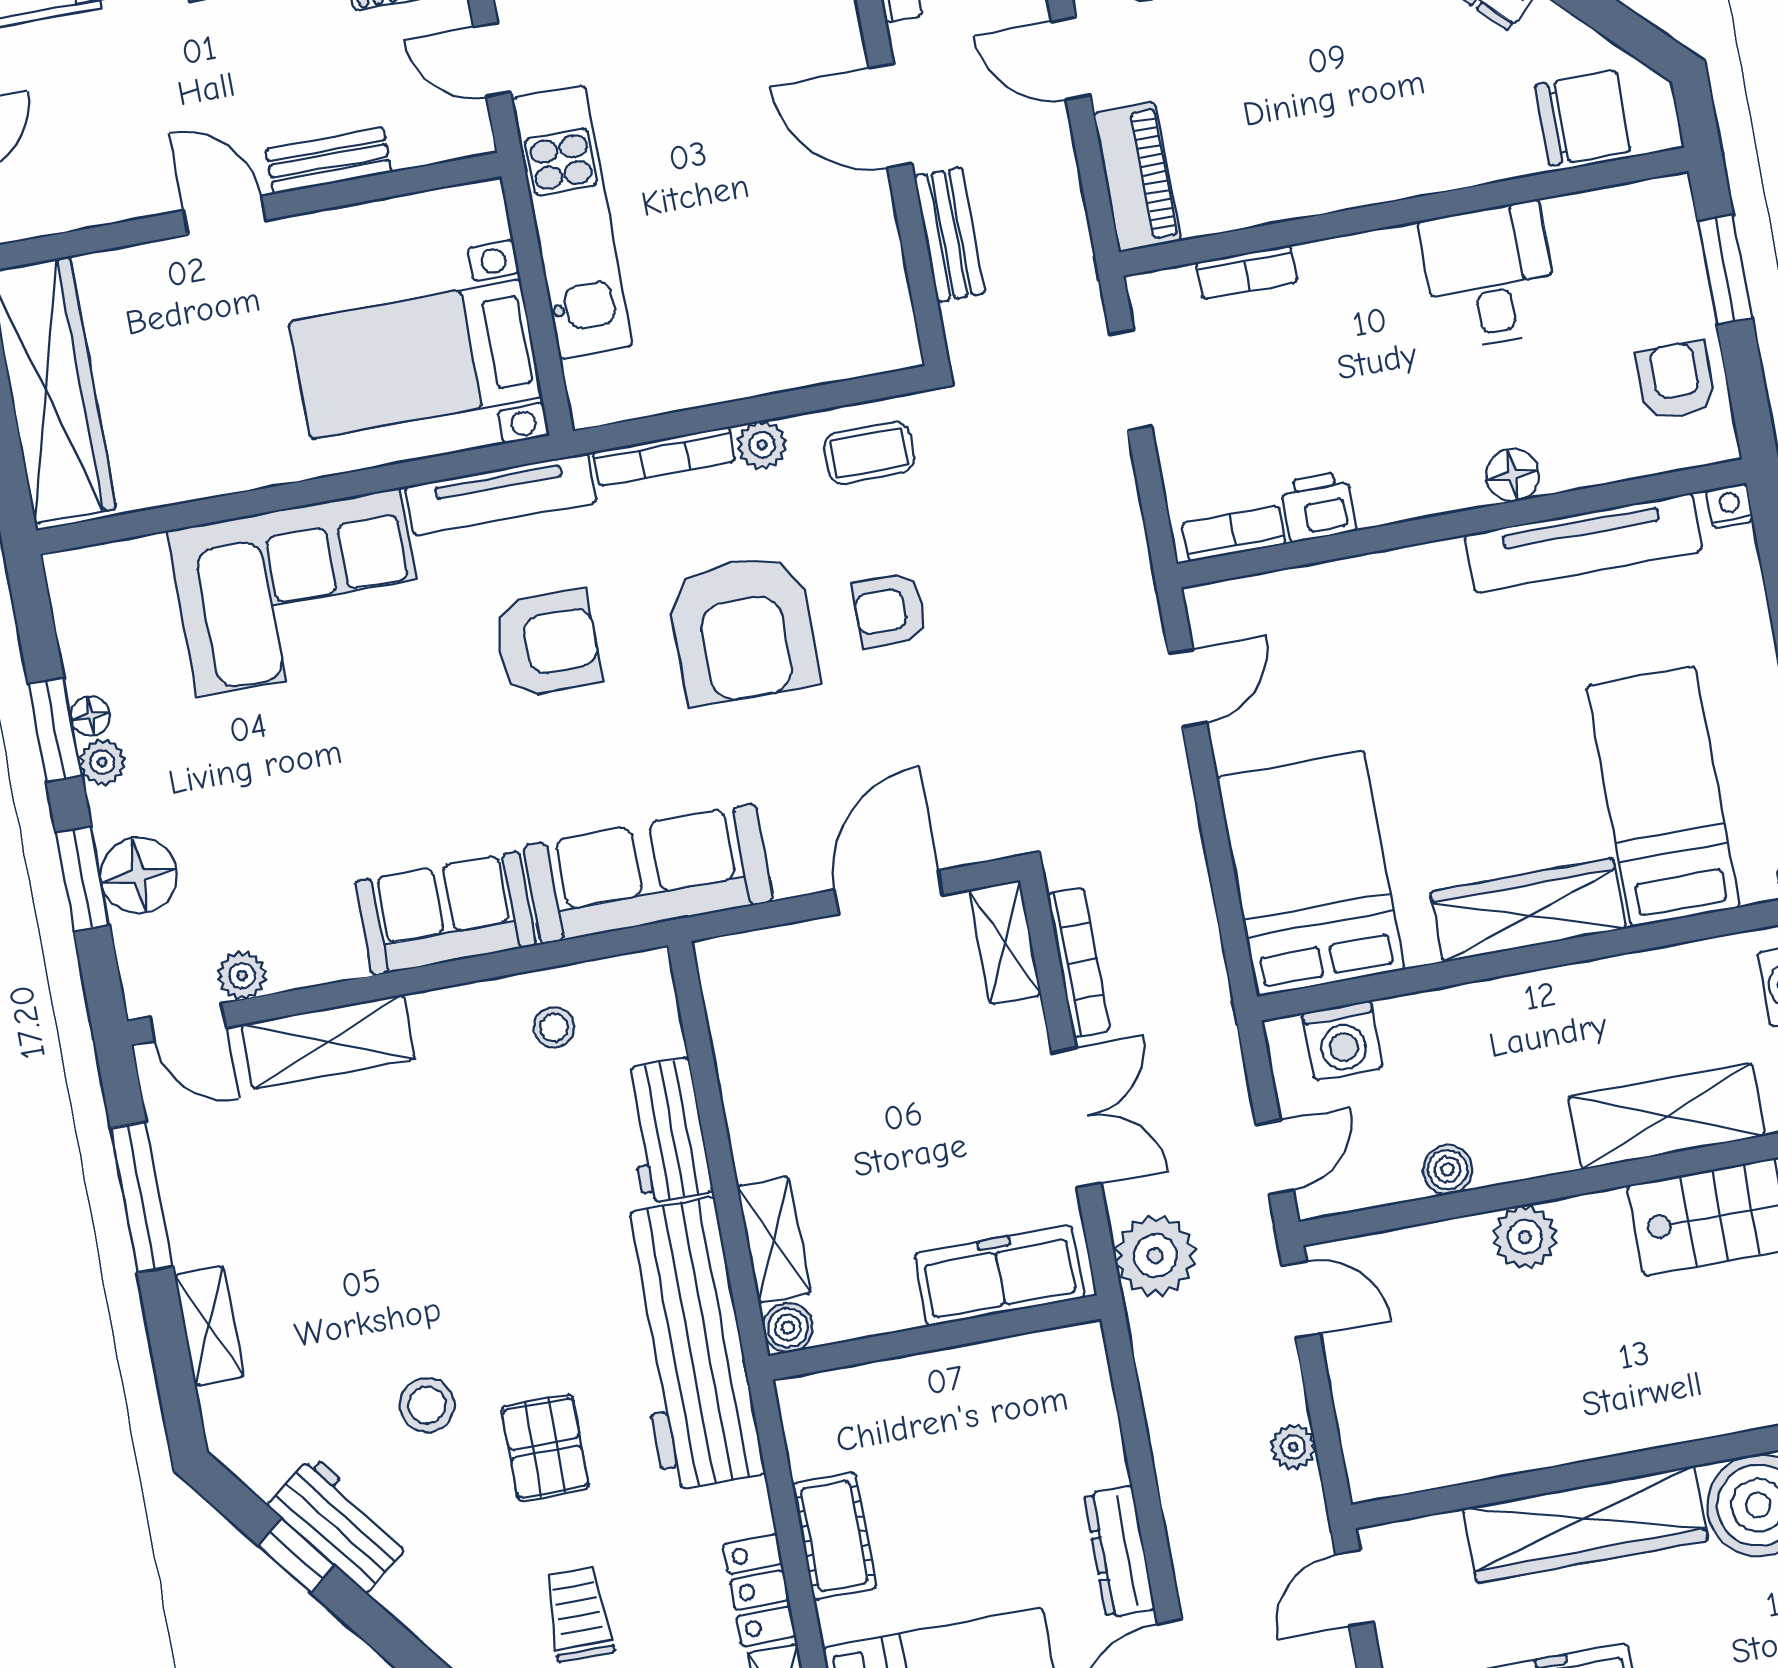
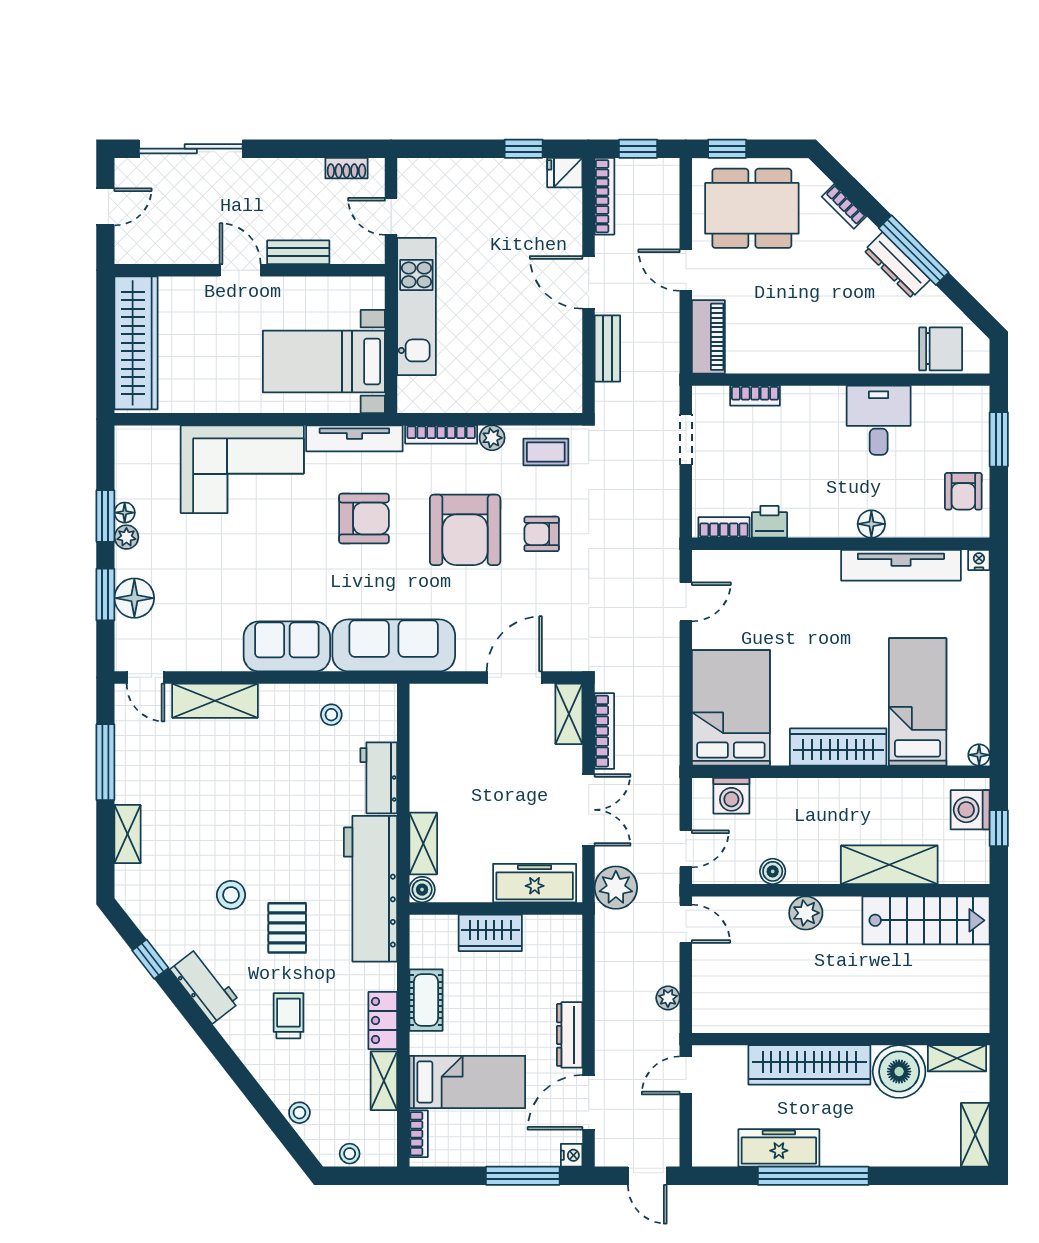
armchair: (1676, 381) -> (963, 491), turned 180
plant: (242, 976) -> (177, 659), removed
wardrobe: (933, 1386) -> (490, 933), added
workbench: (339, 1524) -> (205, 986), moved

